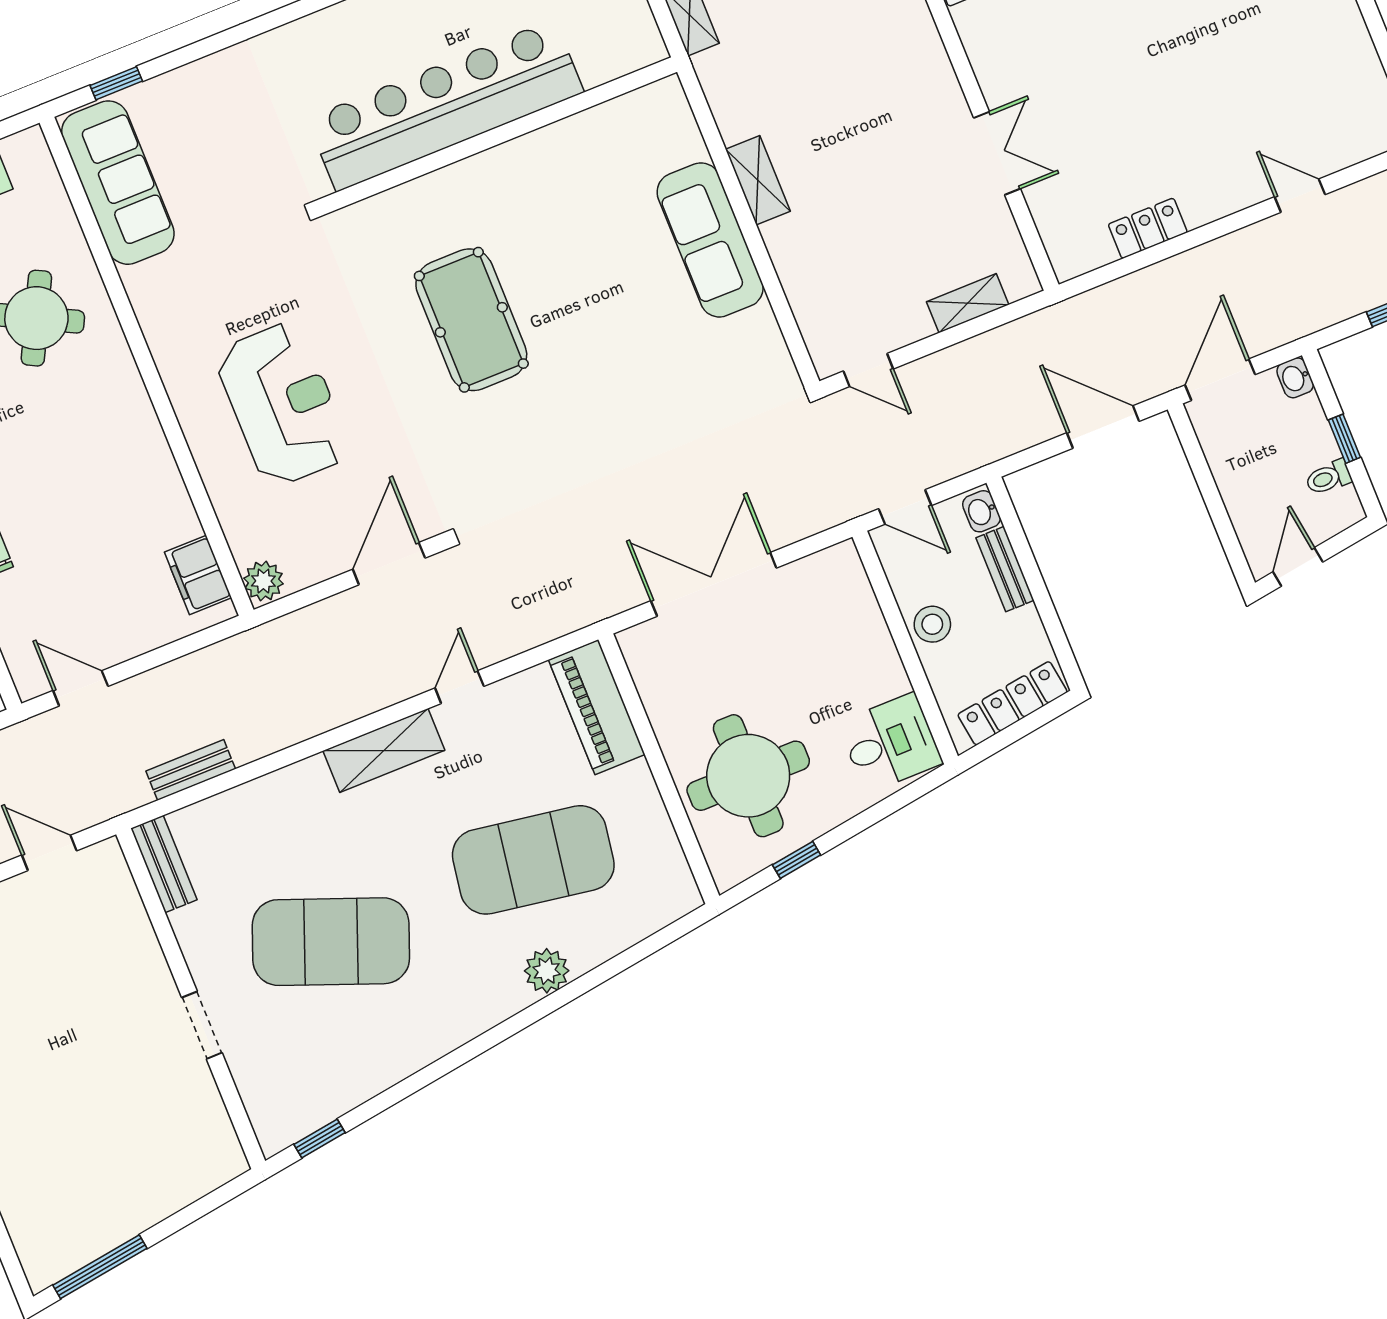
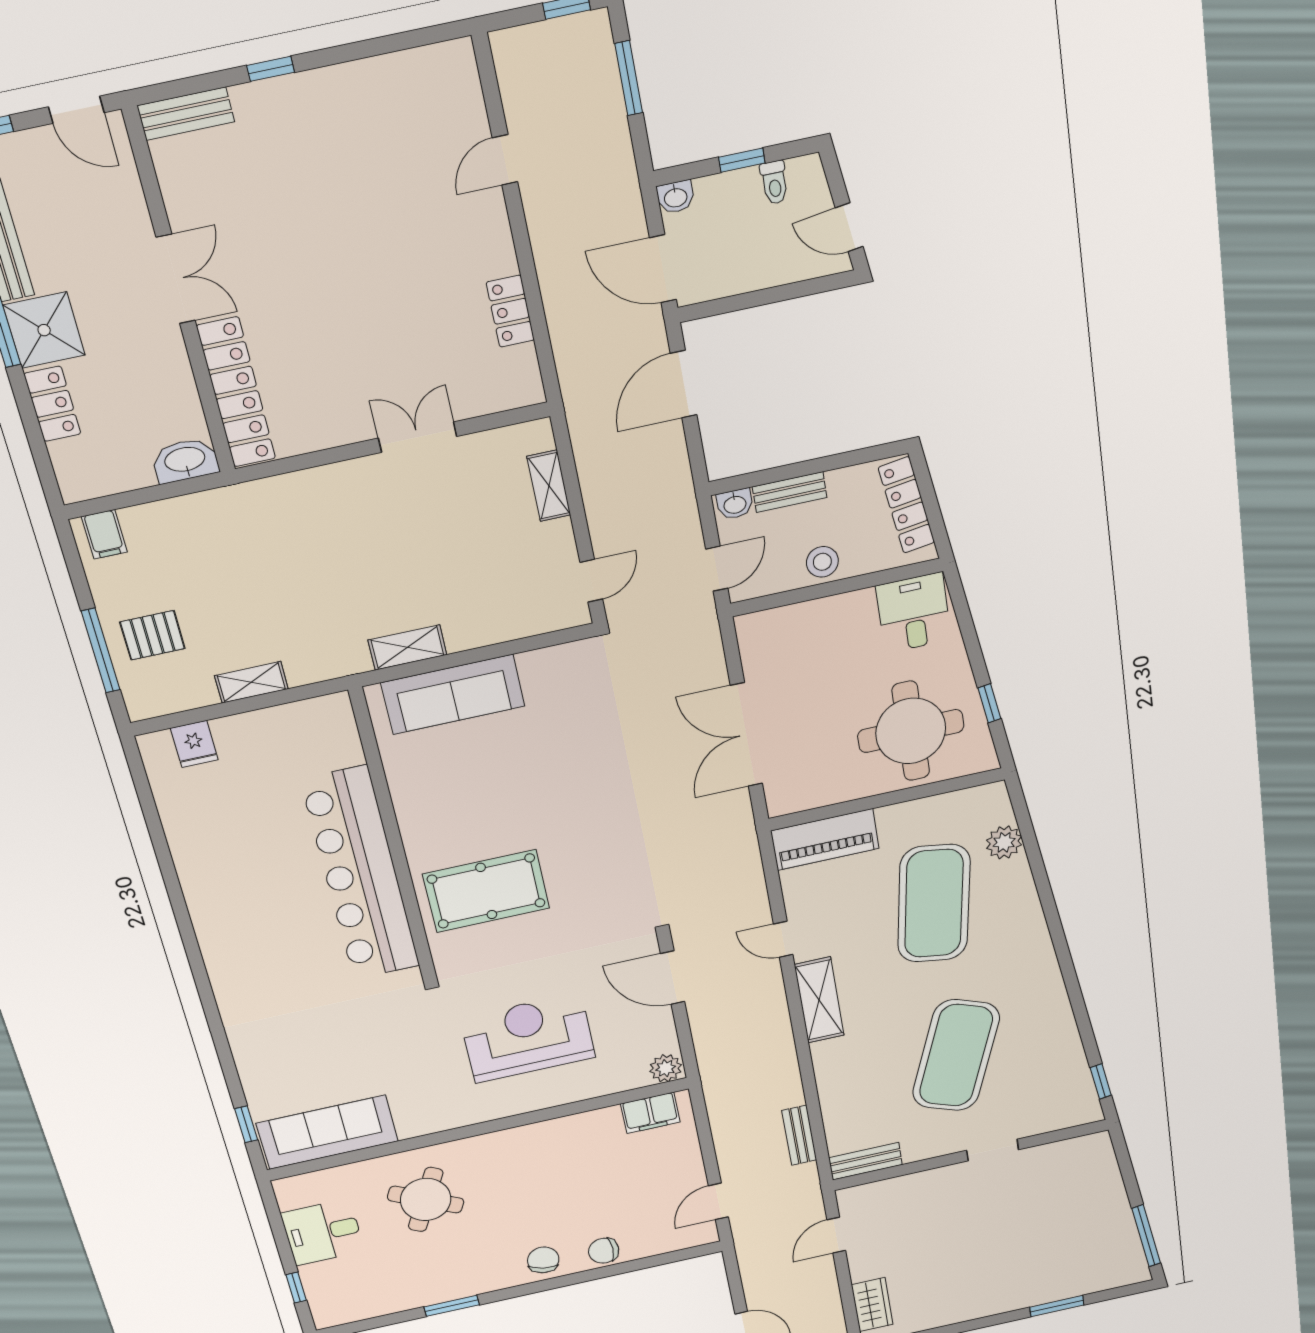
bar counter: (445, 105) -> (361, 874), moved
wall: (498, 136) -> (393, 837), moved
plant: (547, 971) -> (1004, 842), moved

